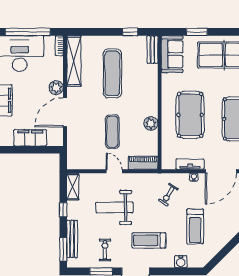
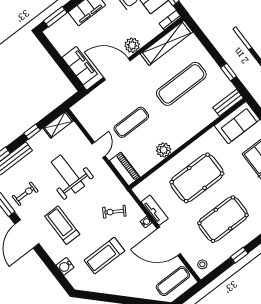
filing cabinet: (30, 138) -> (80, 66), moved

